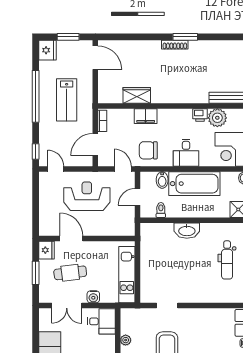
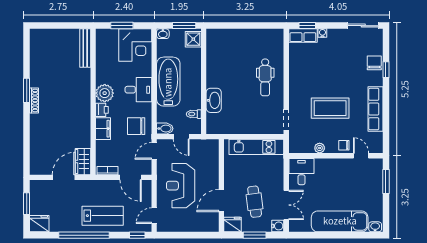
door: (95, 58) -> (64, 177), moved
wardrobe: (137, 95) -> (83, 162), moved
lab bench: (67, 100) -> (103, 216), moved
printer: (200, 115) -> (102, 110), moved
plant: (217, 118) -> (105, 93), moved
chair: (148, 150) -> (136, 126), turned 90
bidet: (162, 180) -> (165, 129), moved
washbasin: (187, 231) -> (214, 100), moved
dental chair: (227, 260) -> (265, 77), moved, turned 90
water cooler: (93, 297) -> (278, 226), moved
doorway: (167, 306) -> (286, 120), moved

